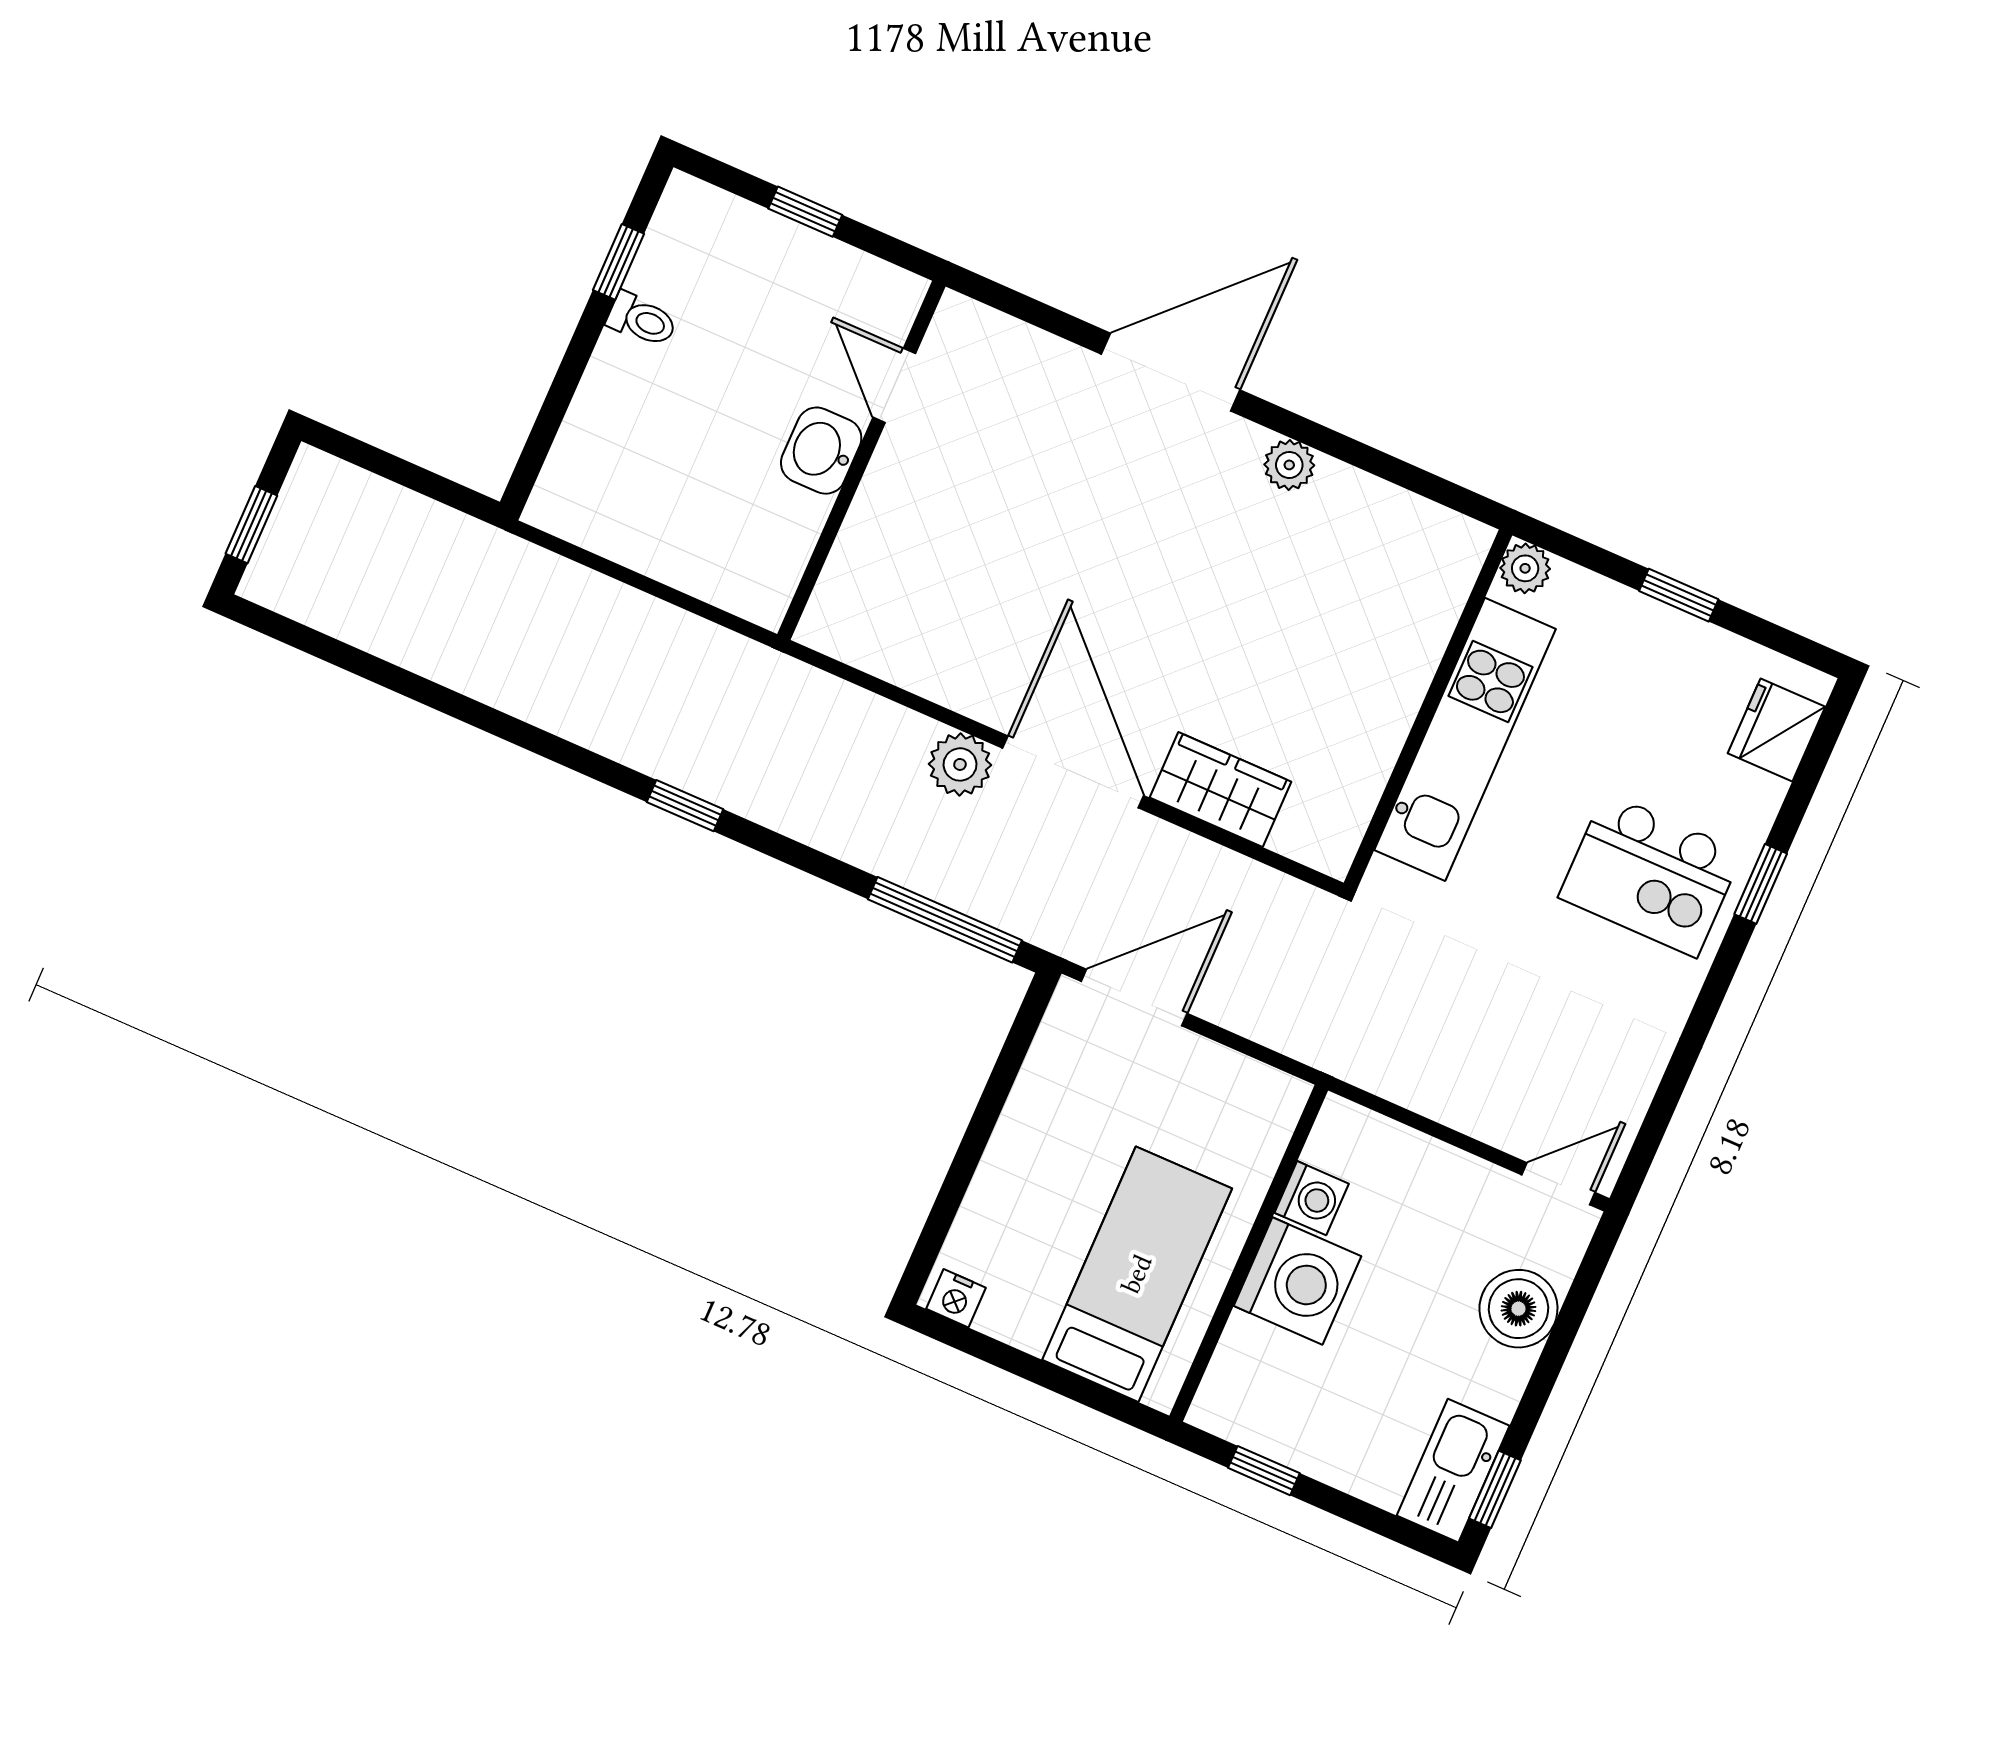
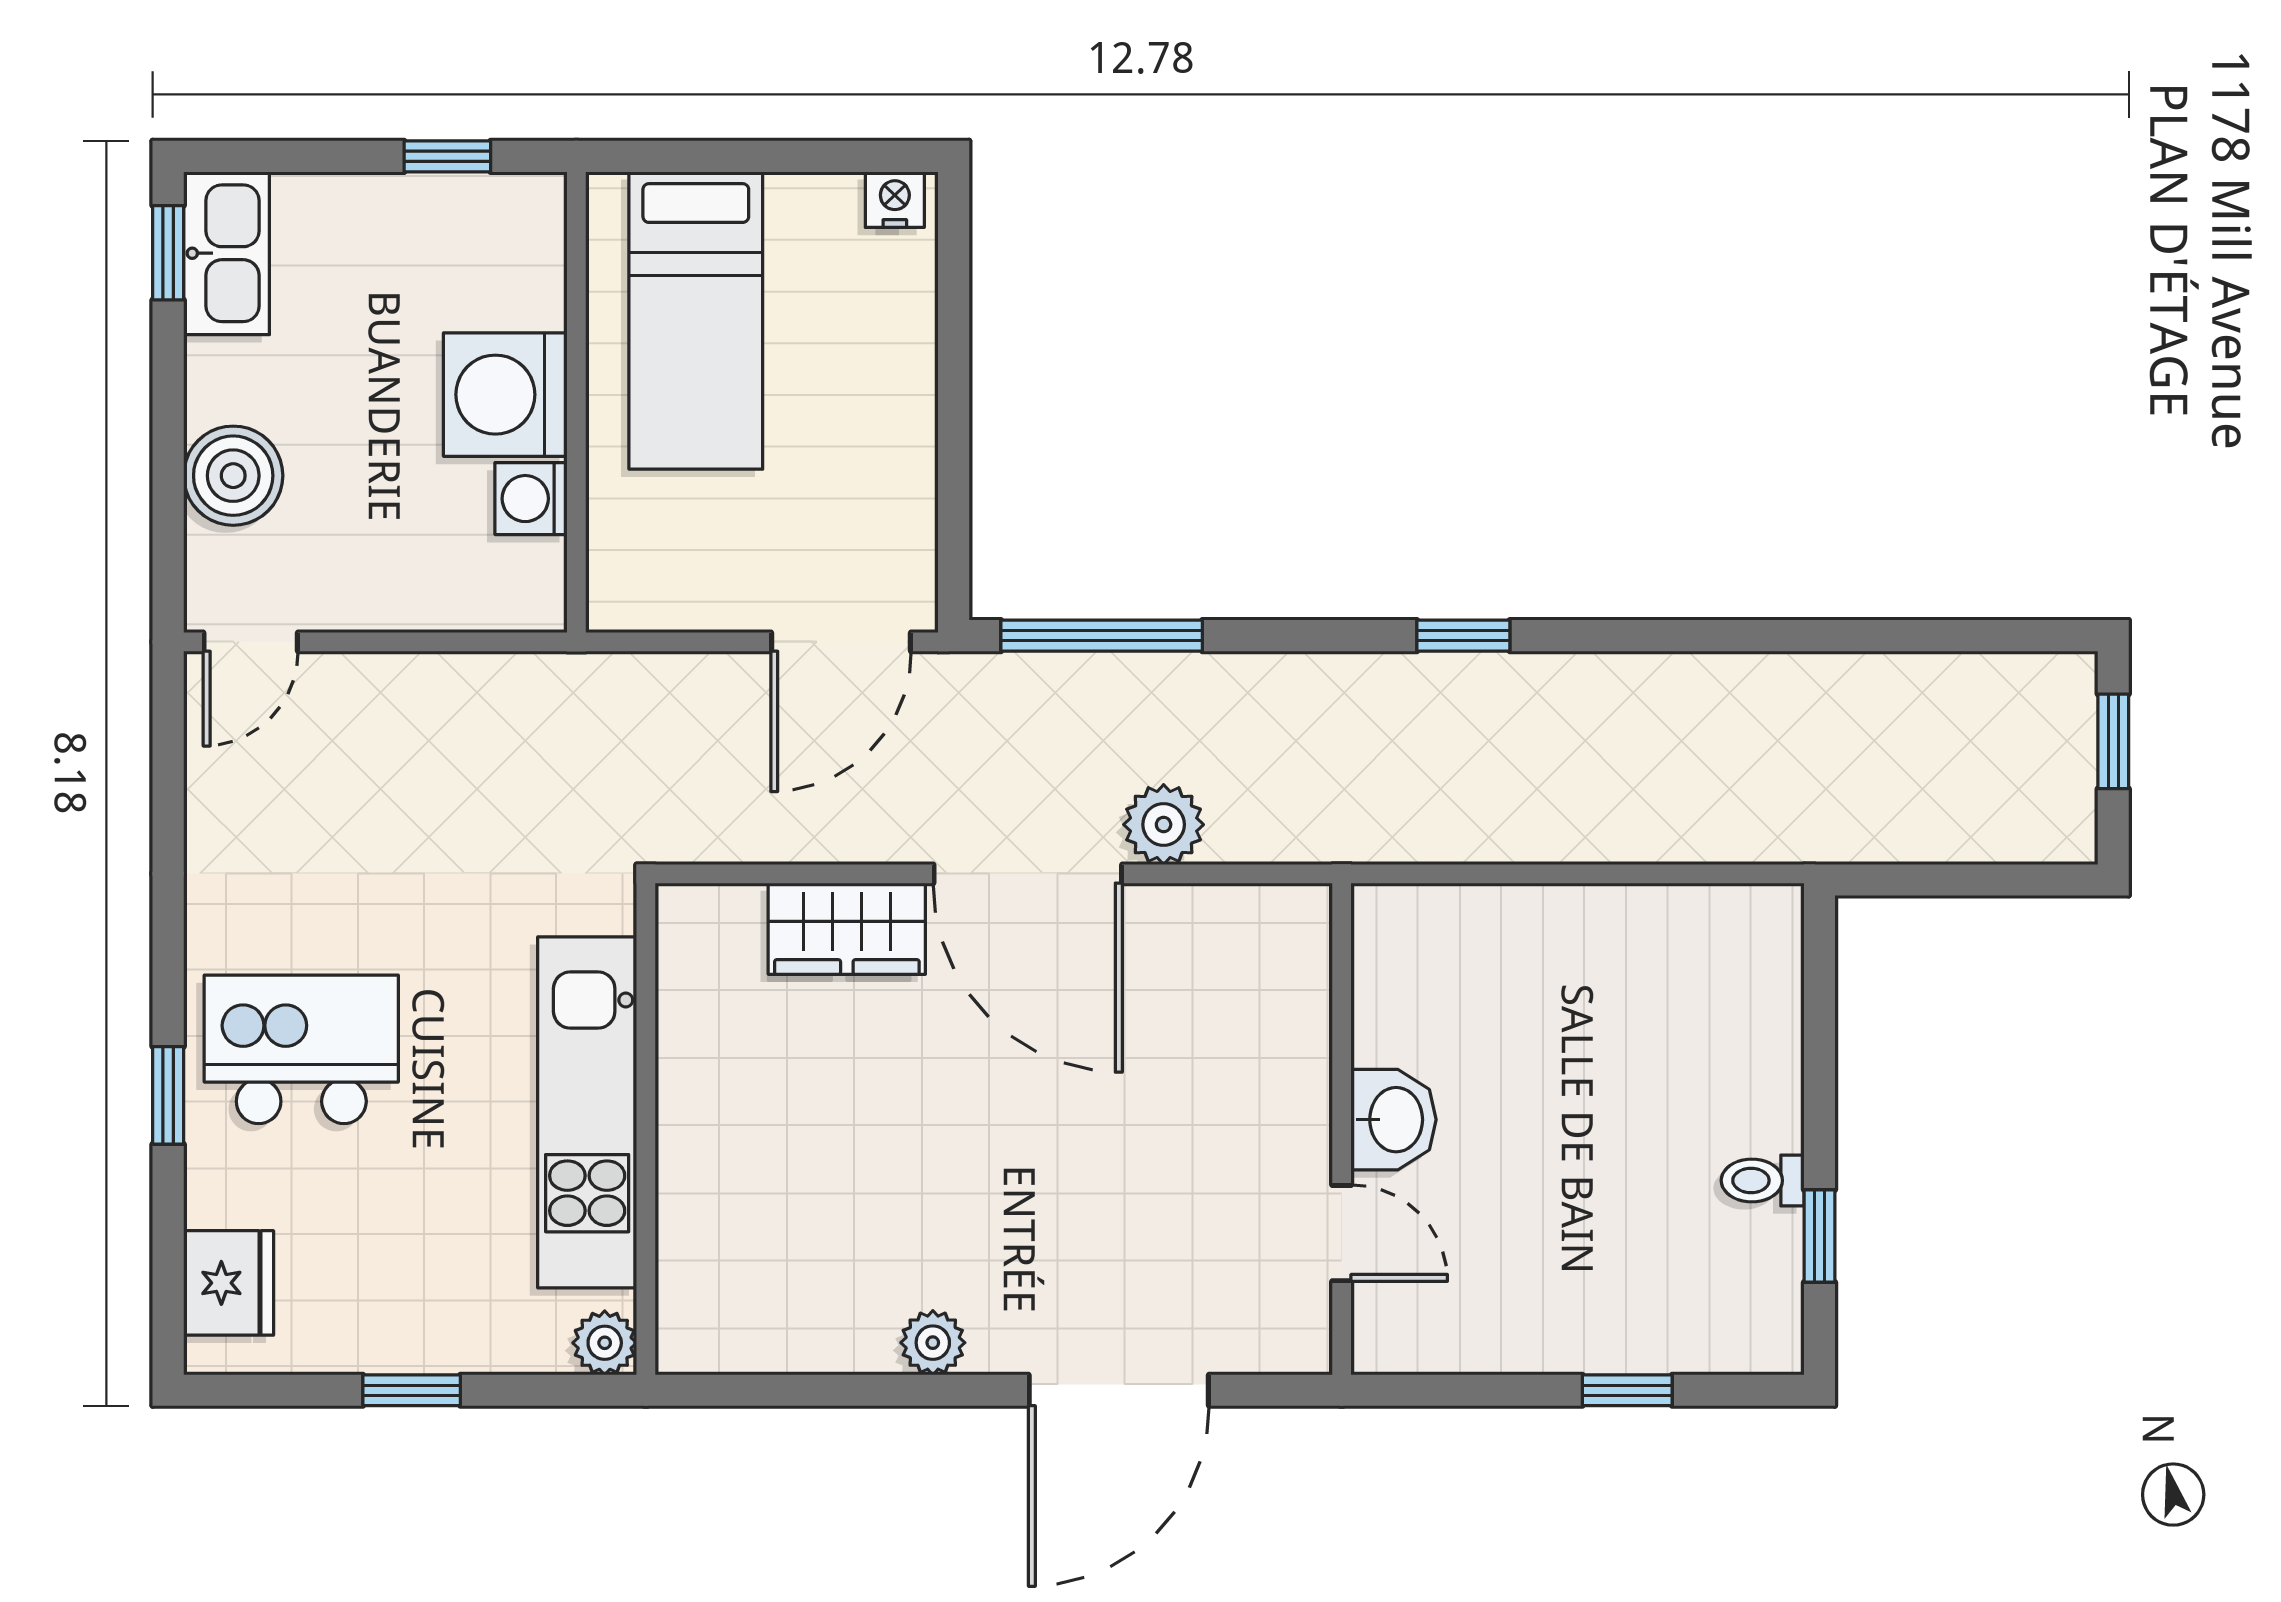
door: (894, 385) -> (1342, 1233), moved
washbasin: (821, 451) -> (1394, 1120), moved
wall: (861, 460) -> (1342, 1129), moved

